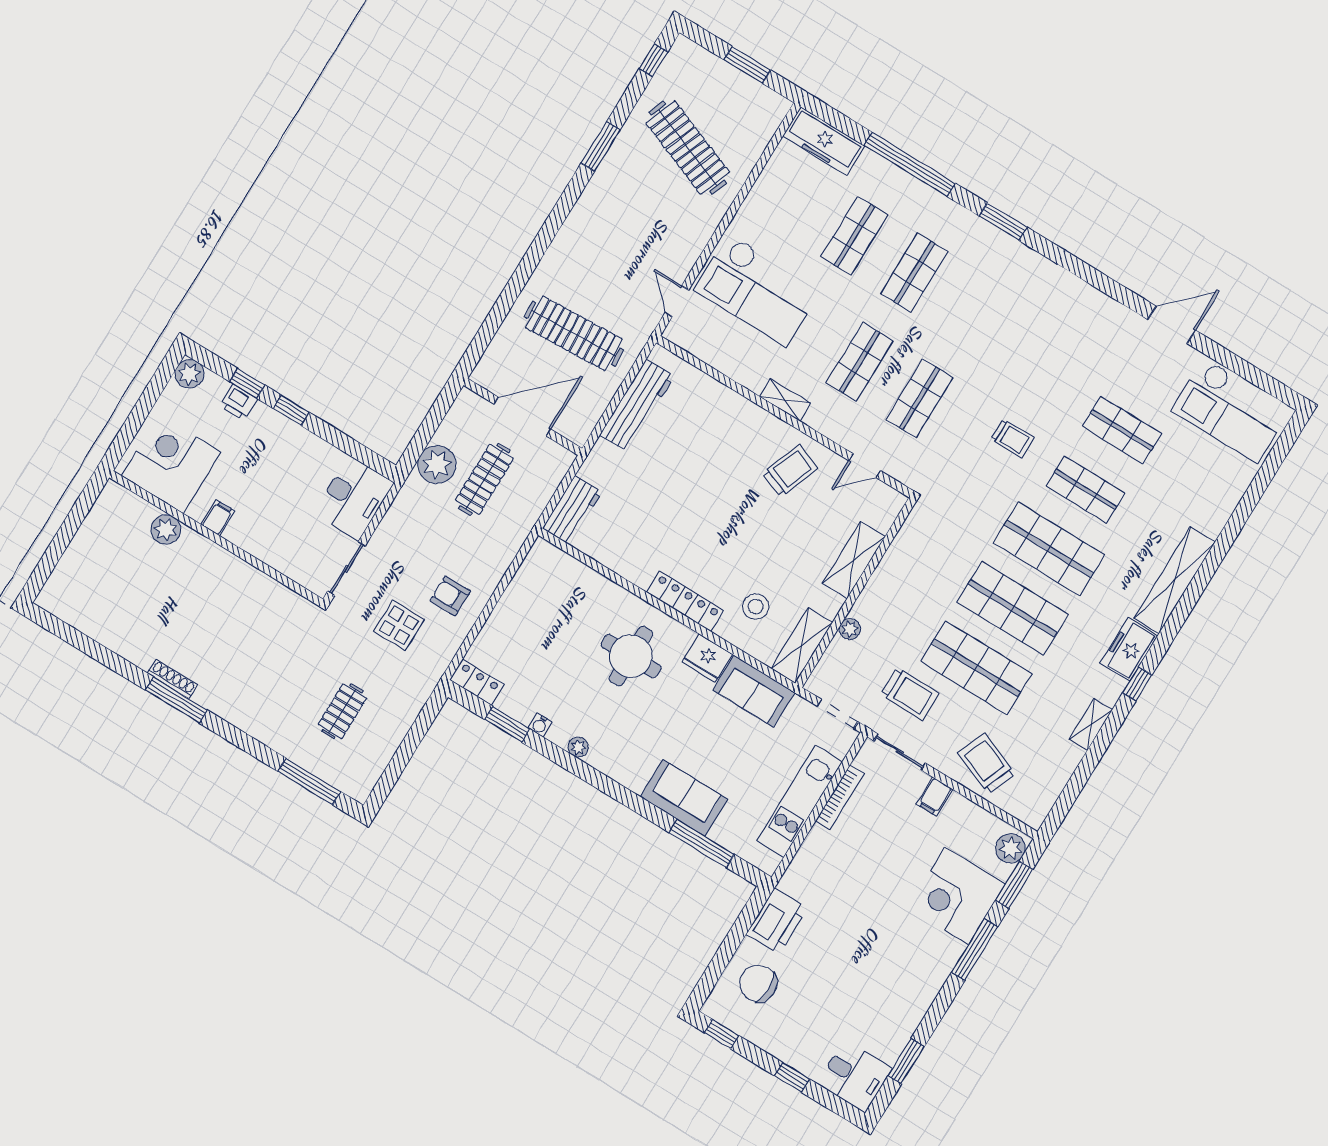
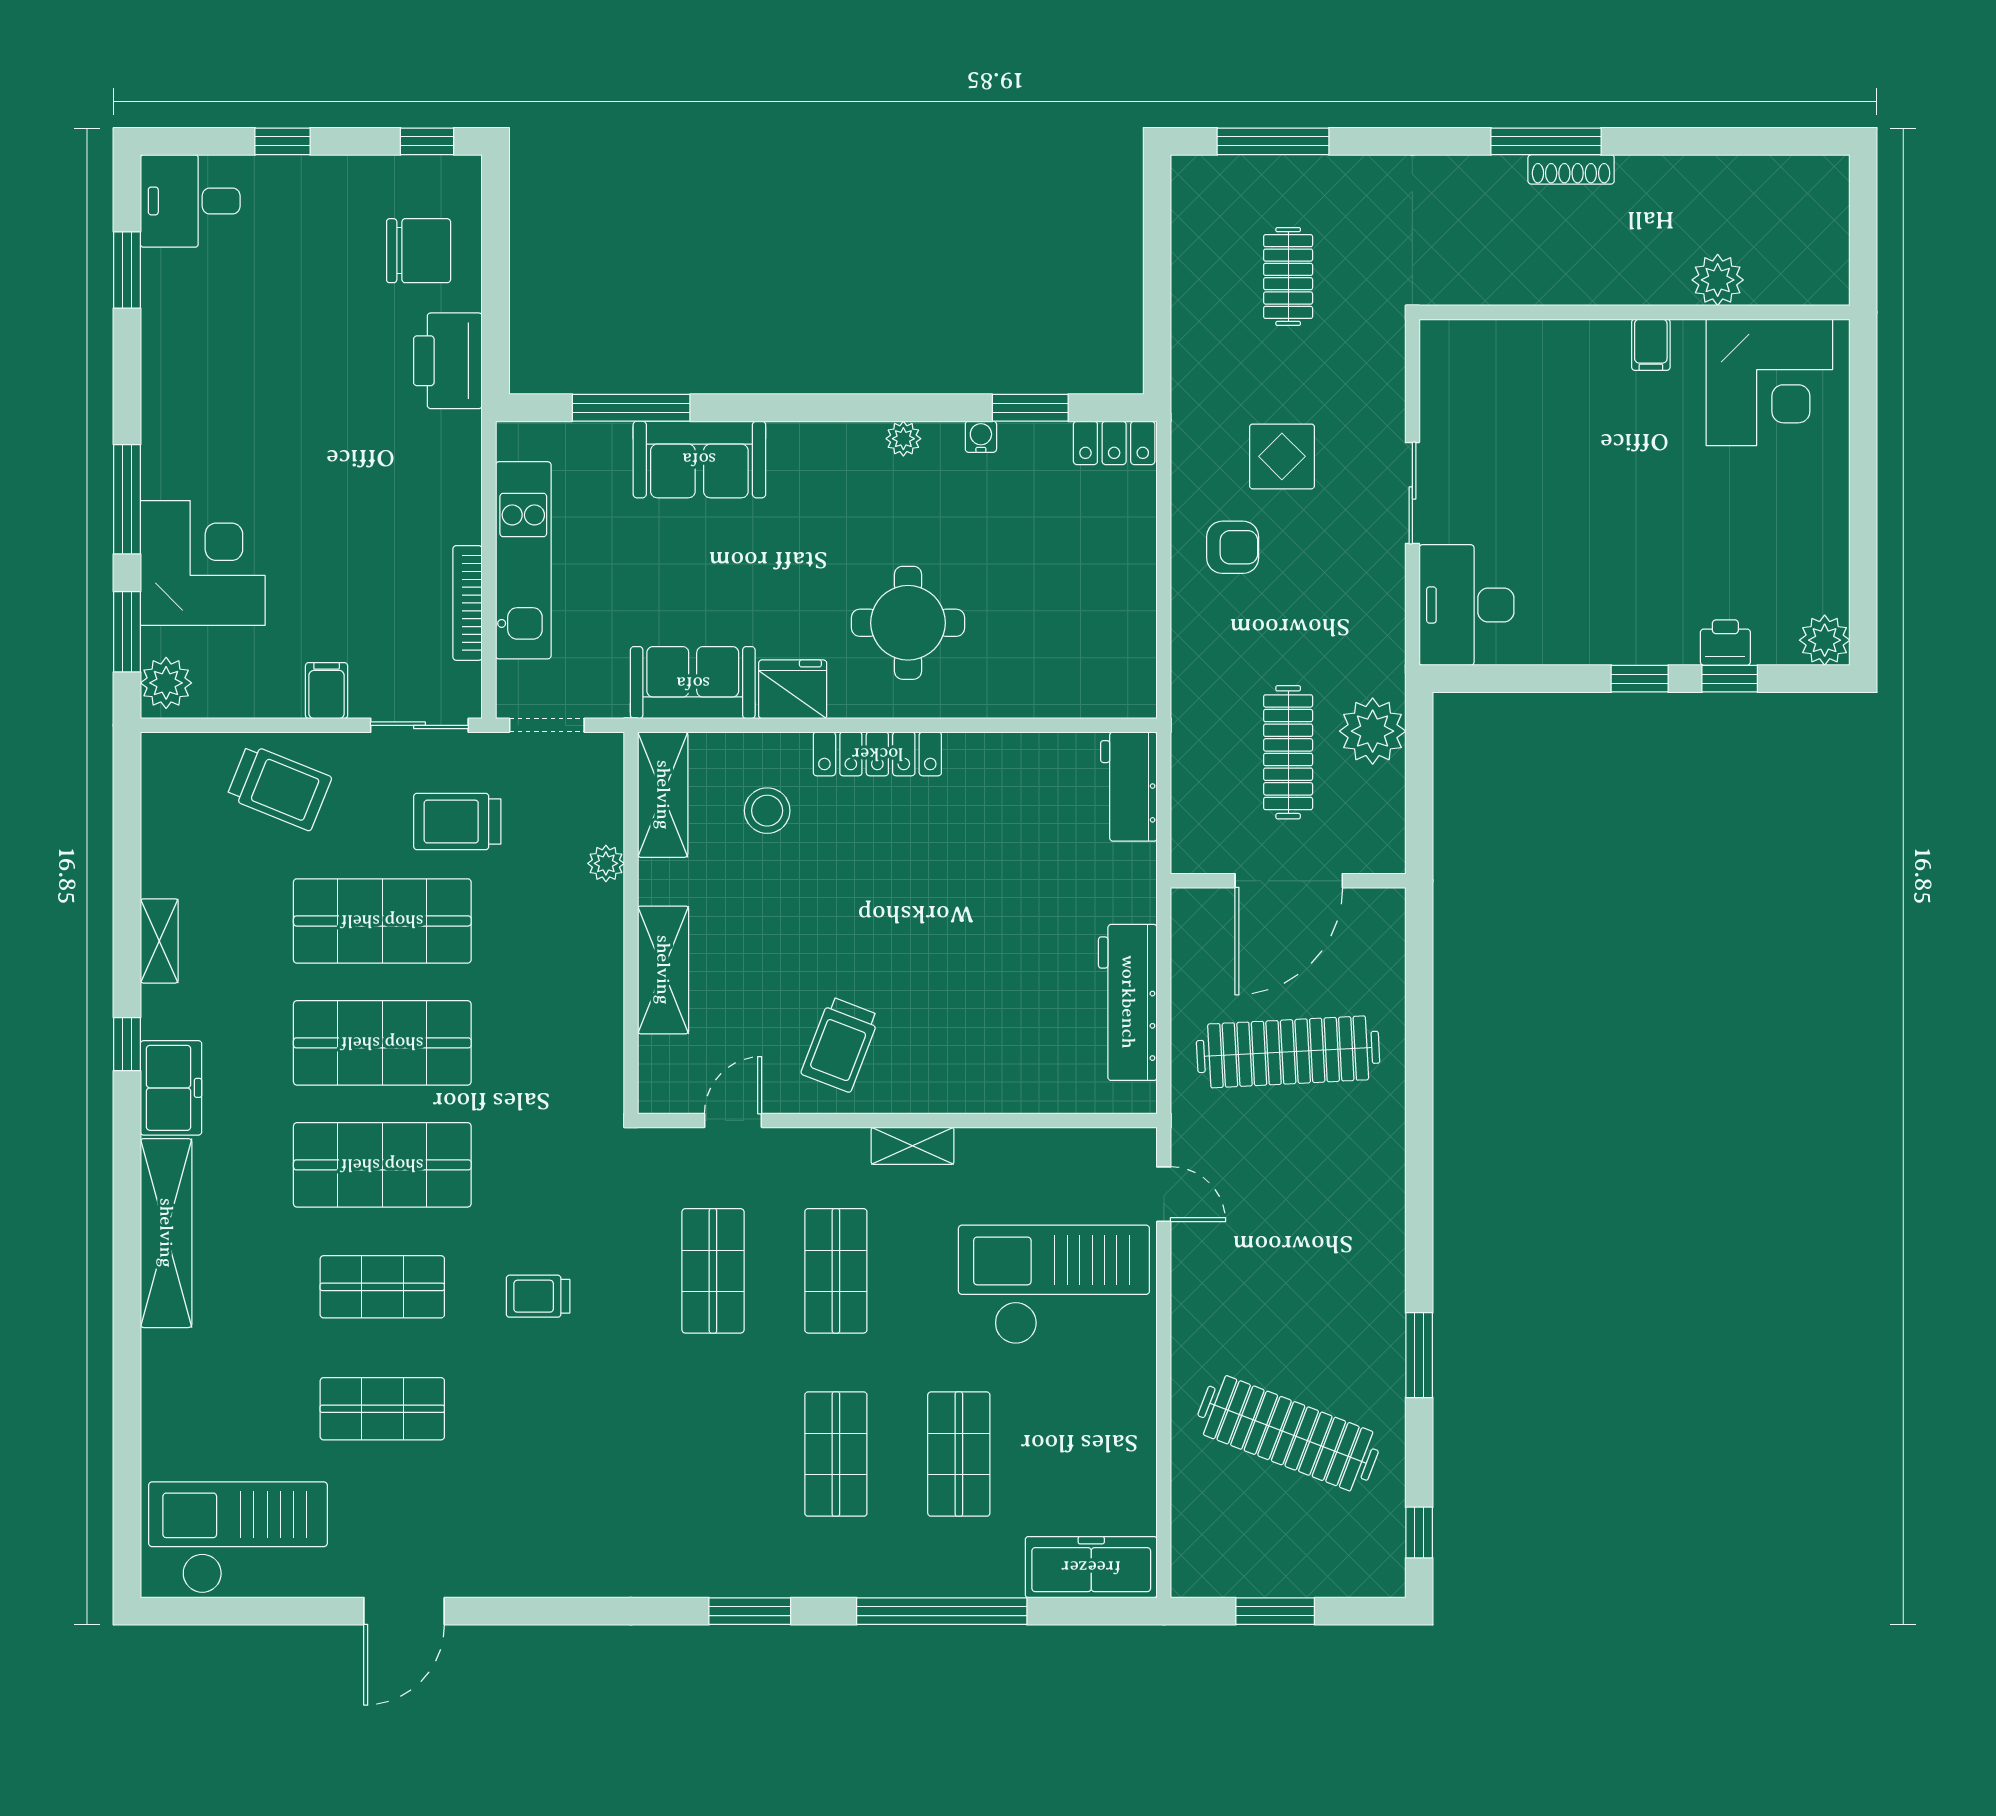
corner desk: (171, 464) -> (1769, 382), moved
filing cabinet: (218, 518) -> (1651, 345), moved
plant: (166, 529) -> (1718, 280), moved
wall: (216, 538) -> (1634, 312), moved

